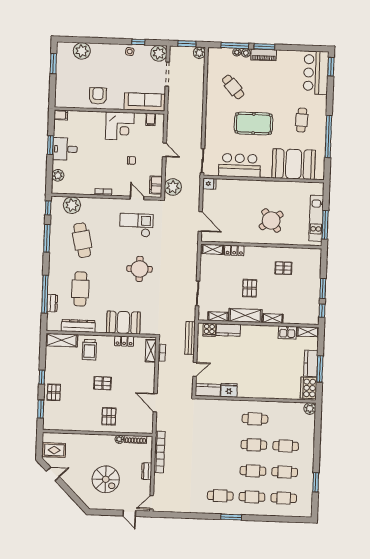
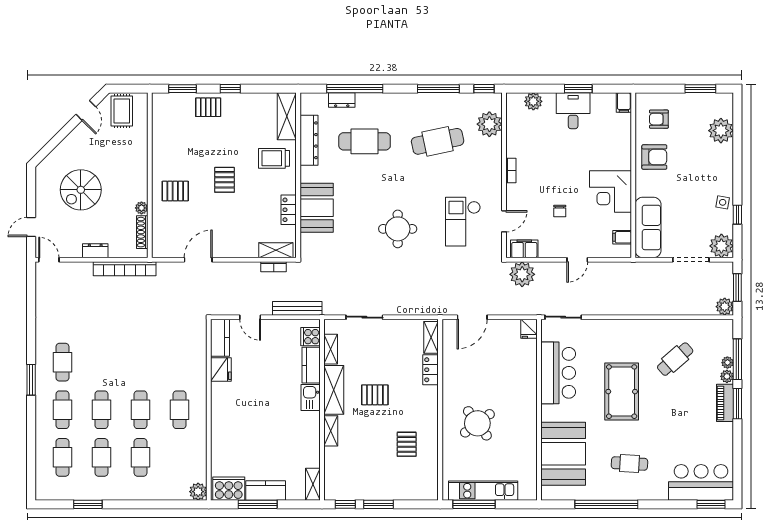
armchair: (73, 92) -> (659, 119), added
checkout: (136, 225) -> (463, 222), turned 180
kitchen sink: (287, 333) -> (311, 398), moved

